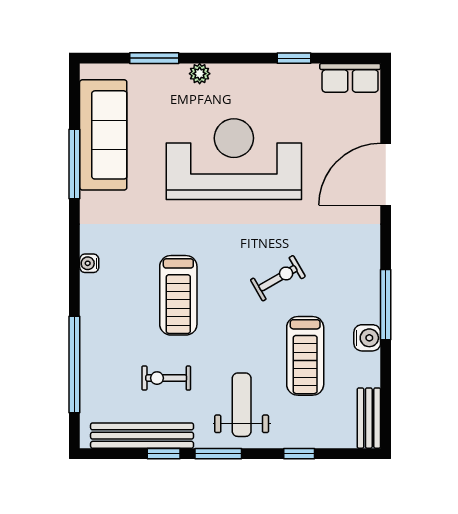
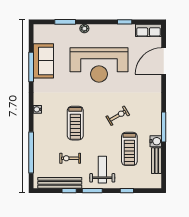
sofa: (103, 135) -> (43, 61), width x0.73
reception desk: (234, 159) -> (99, 65), turned 180
door: (386, 174) -> (164, 61), moved
bench: (369, 418) -> (156, 161), moved

